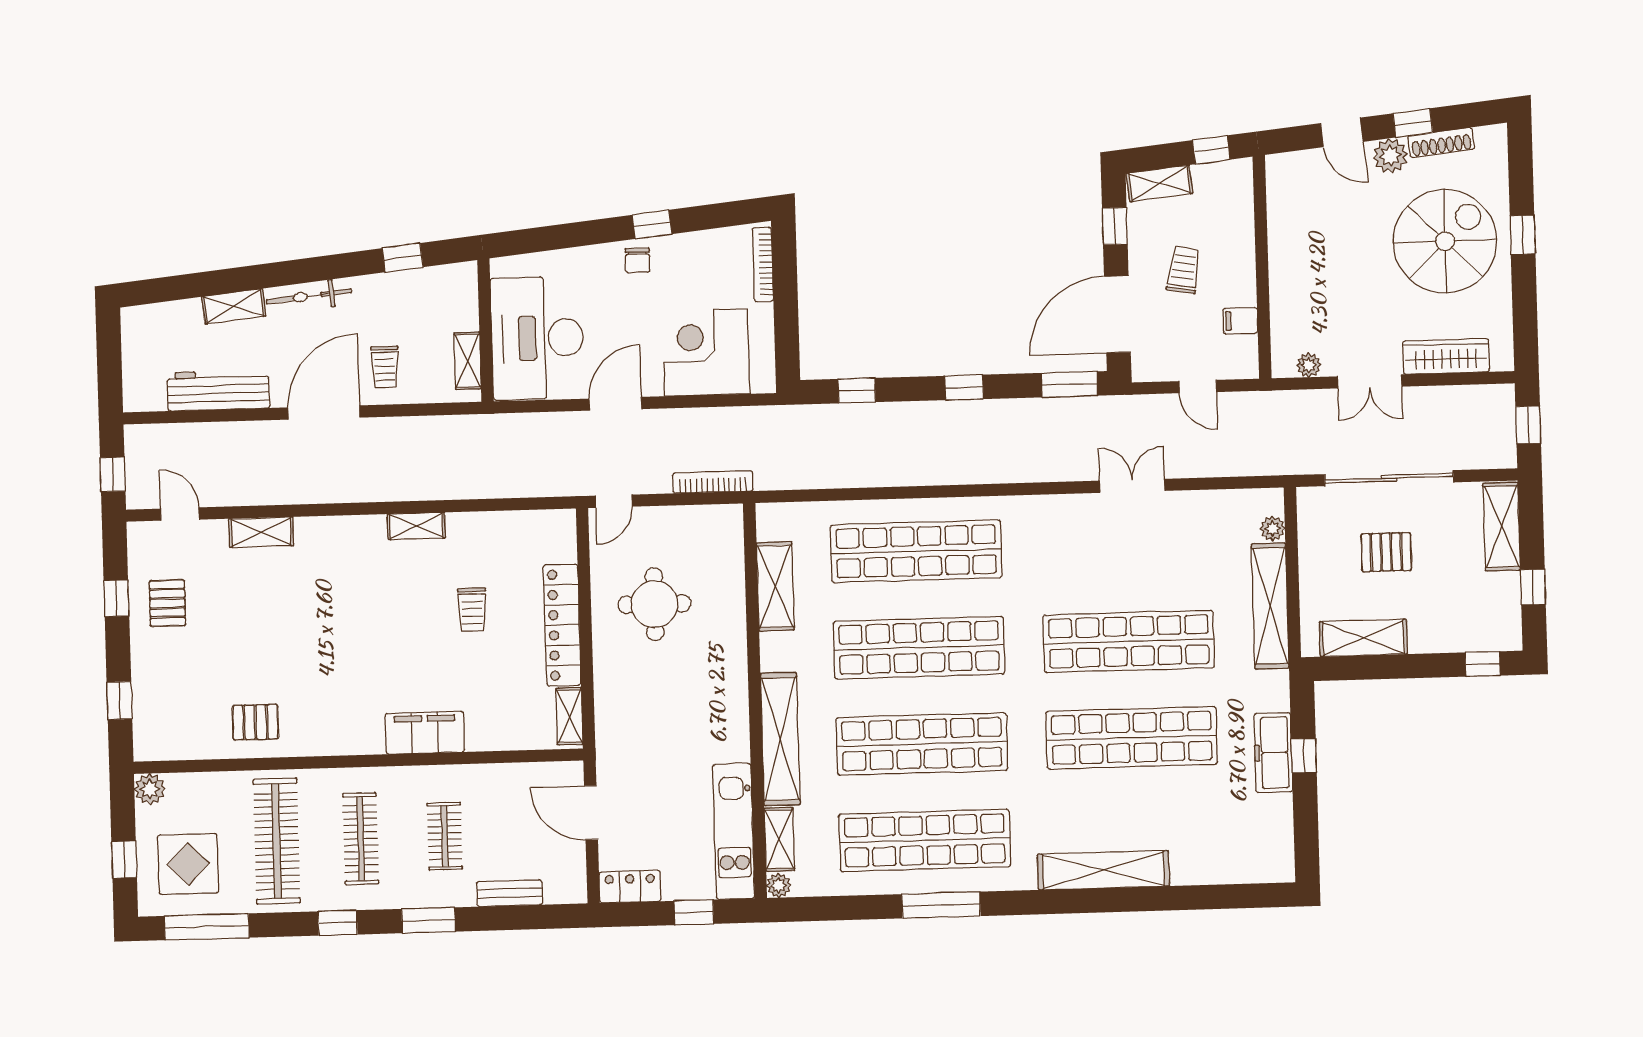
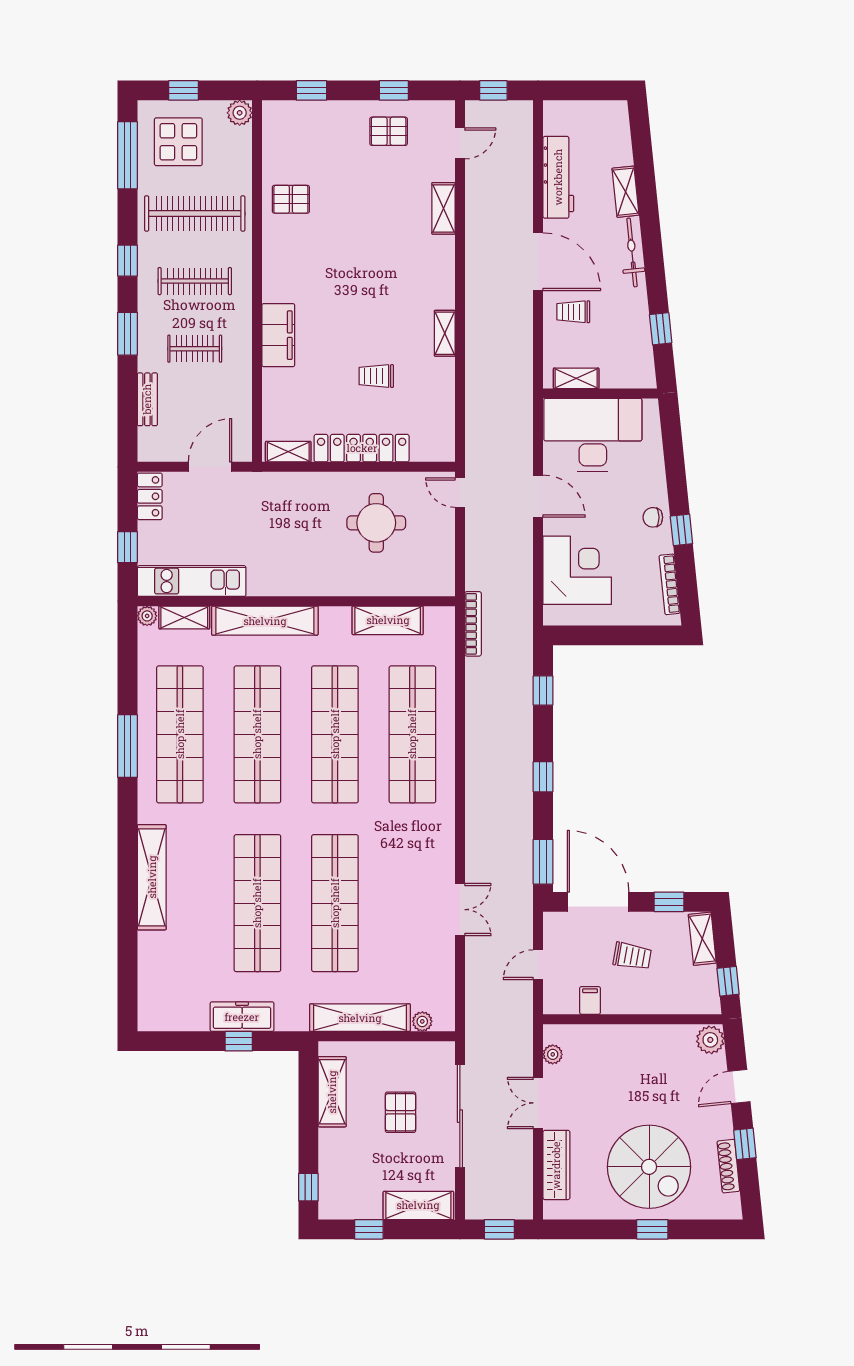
plant: (1390, 156) -> (710, 1040), moved
bookcase: (763, 265) -> (670, 584), moved, turned -96
bookcase: (713, 482) -> (473, 624), moved
pallet: (255, 722) -> (291, 199), turned 90

